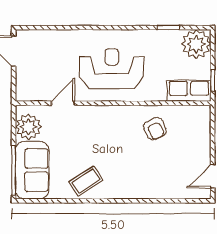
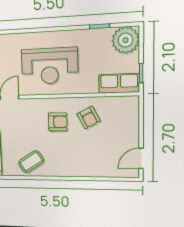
reception desk: (112, 69) -> (50, 66), turned 180
armchair: (119, 133) -> (58, 122), added

